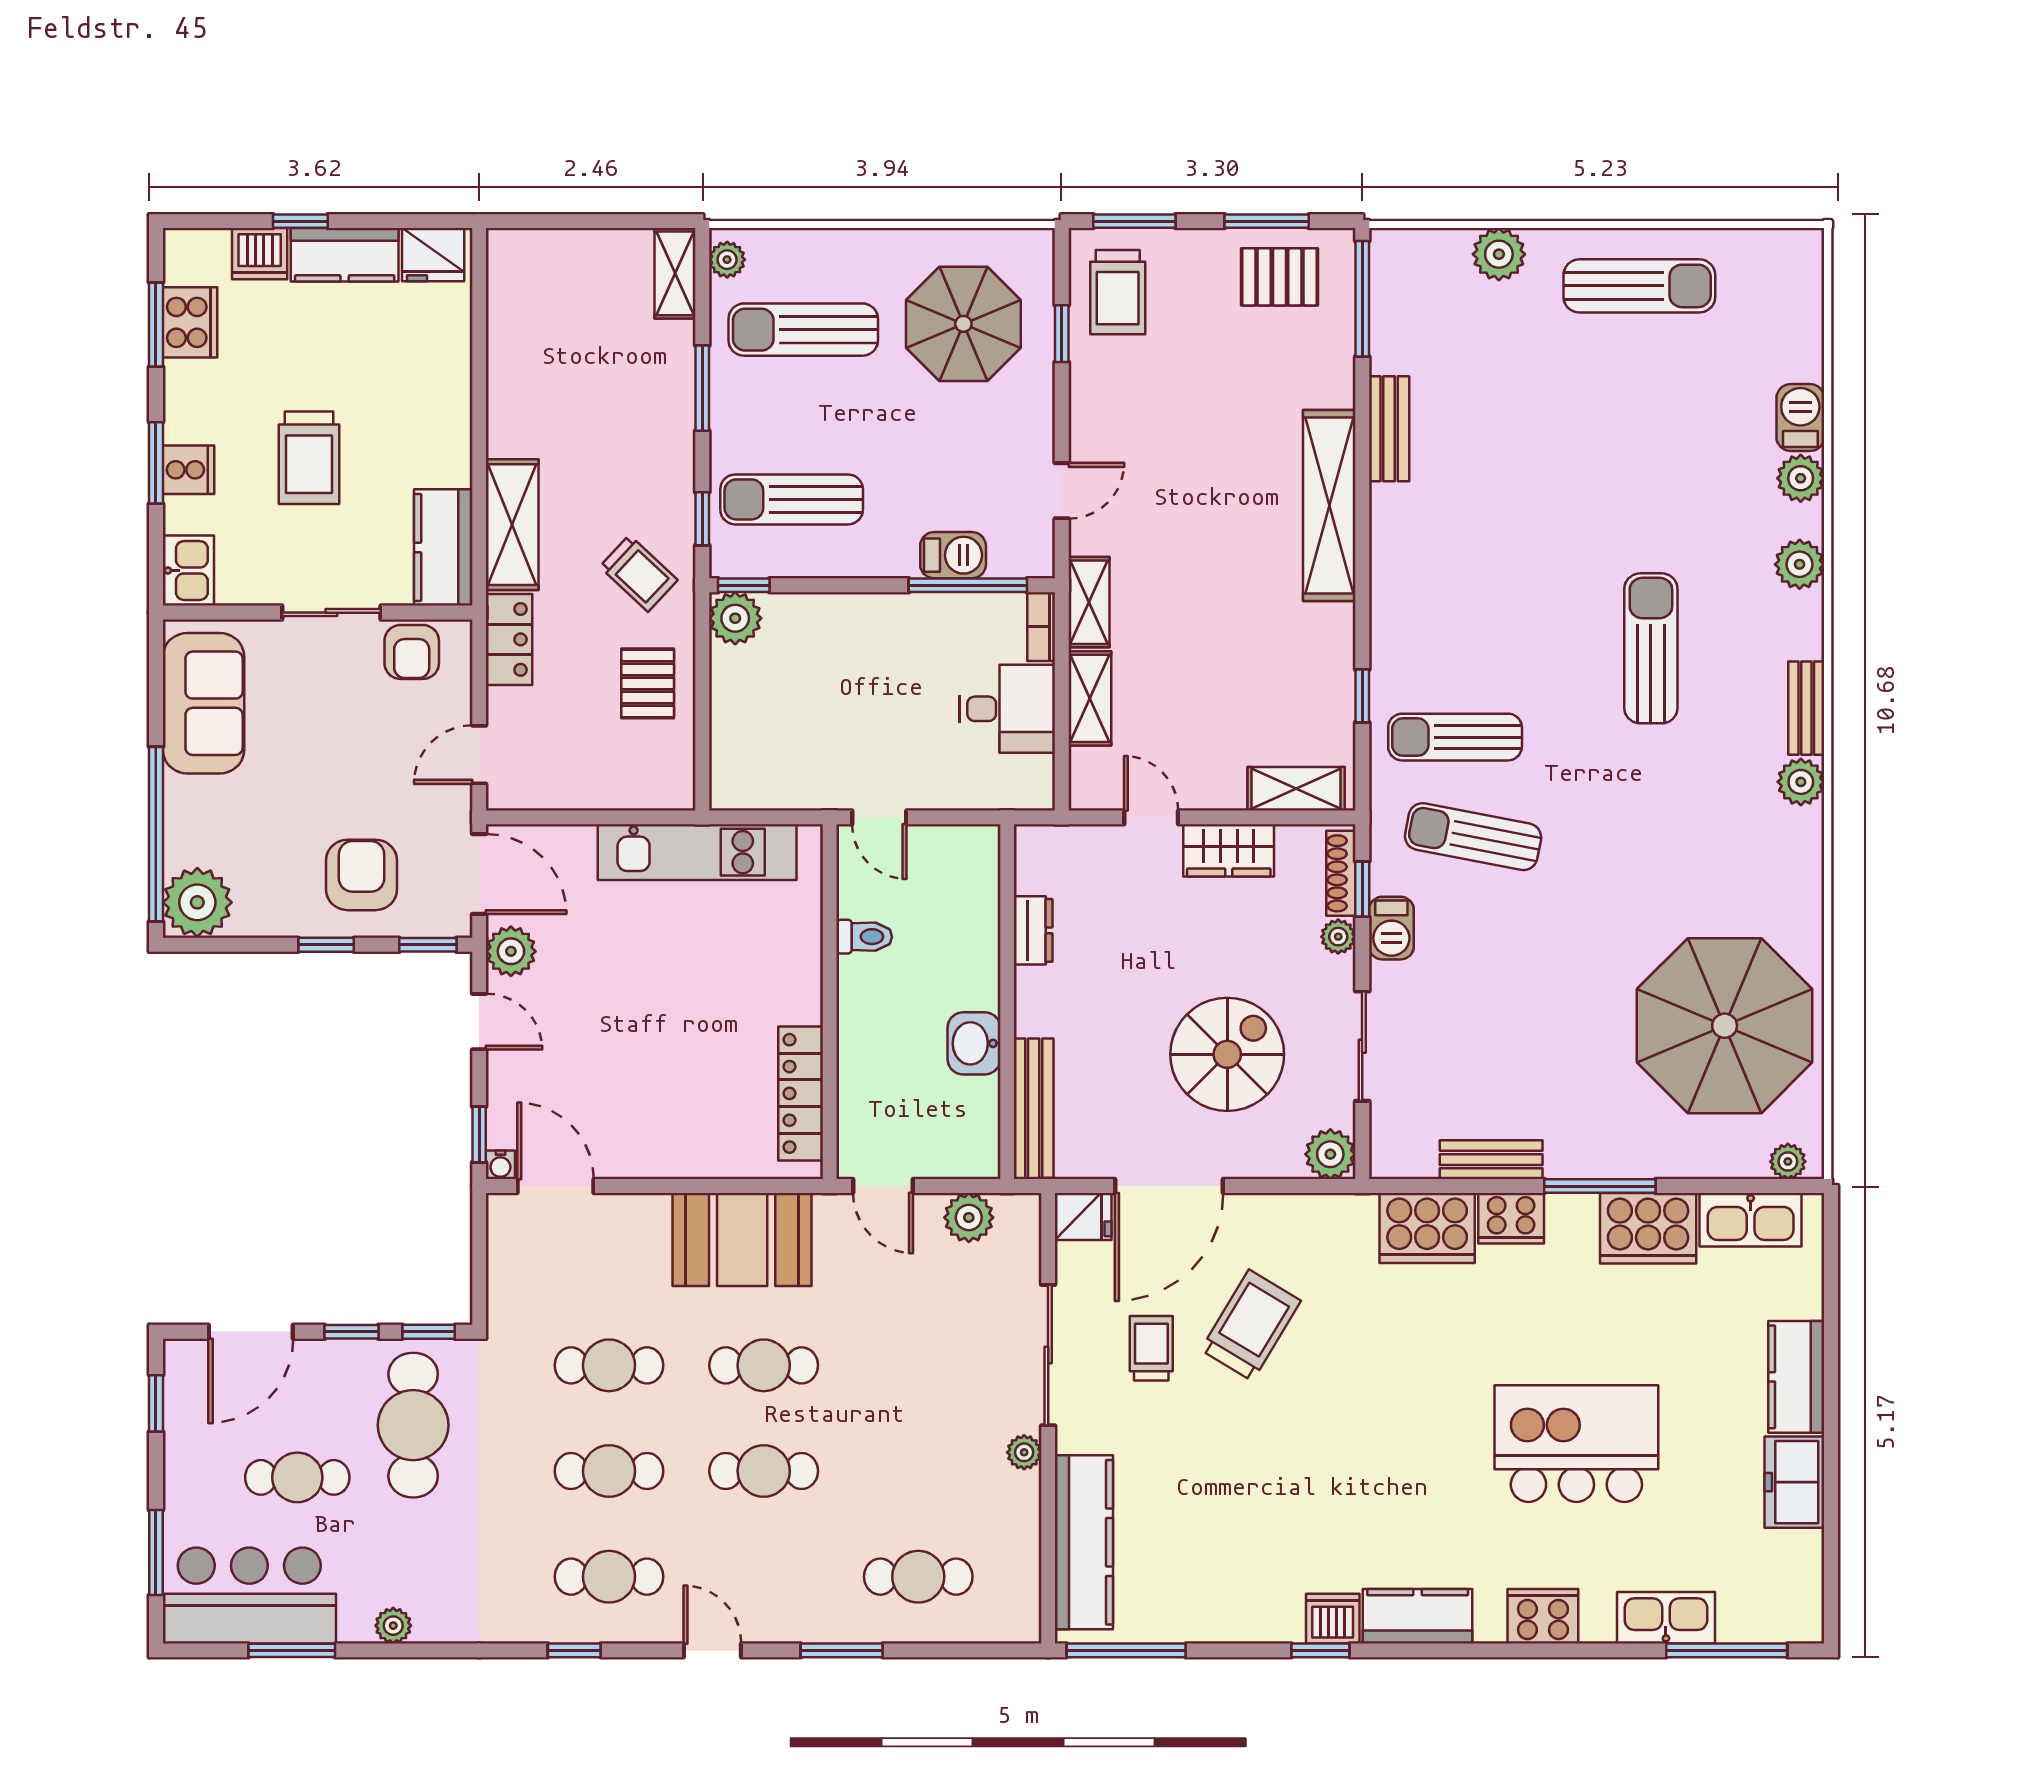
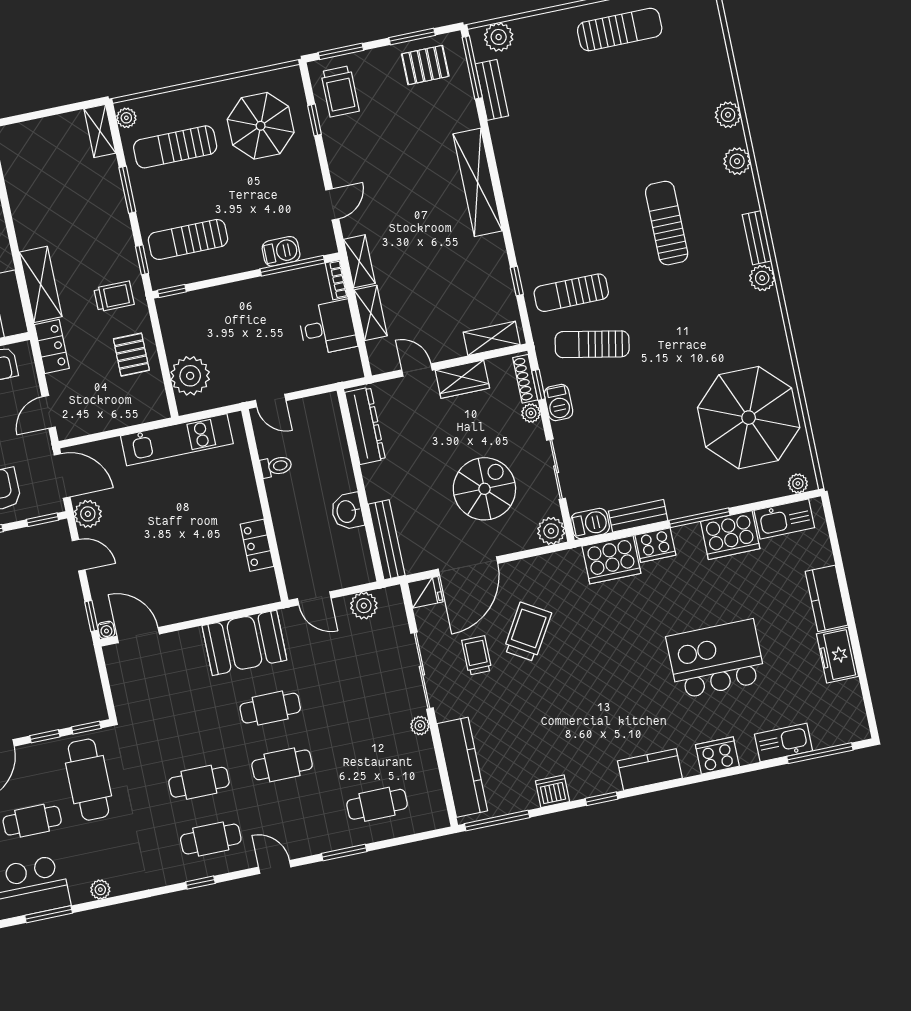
plant: (1499, 254) -> (499, 37), moved
barbecue: (1800, 418) -> (590, 523), moved, turned 90
bench: (1389, 429) -> (492, 90), moved
trolley: (639, 573) -> (114, 296), turned -43
plant: (735, 618) -> (190, 376), moved, width x1.36, depth x1.36
dresser: (1033, 930) -> (365, 426), width x1.96, depth x1.24
locker: (801, 1093) -> (257, 545), width x0.66
cafe table: (609, 1365) -> (187, 725), removed
dishwasher: (1333, 1619) -> (553, 791), moved

